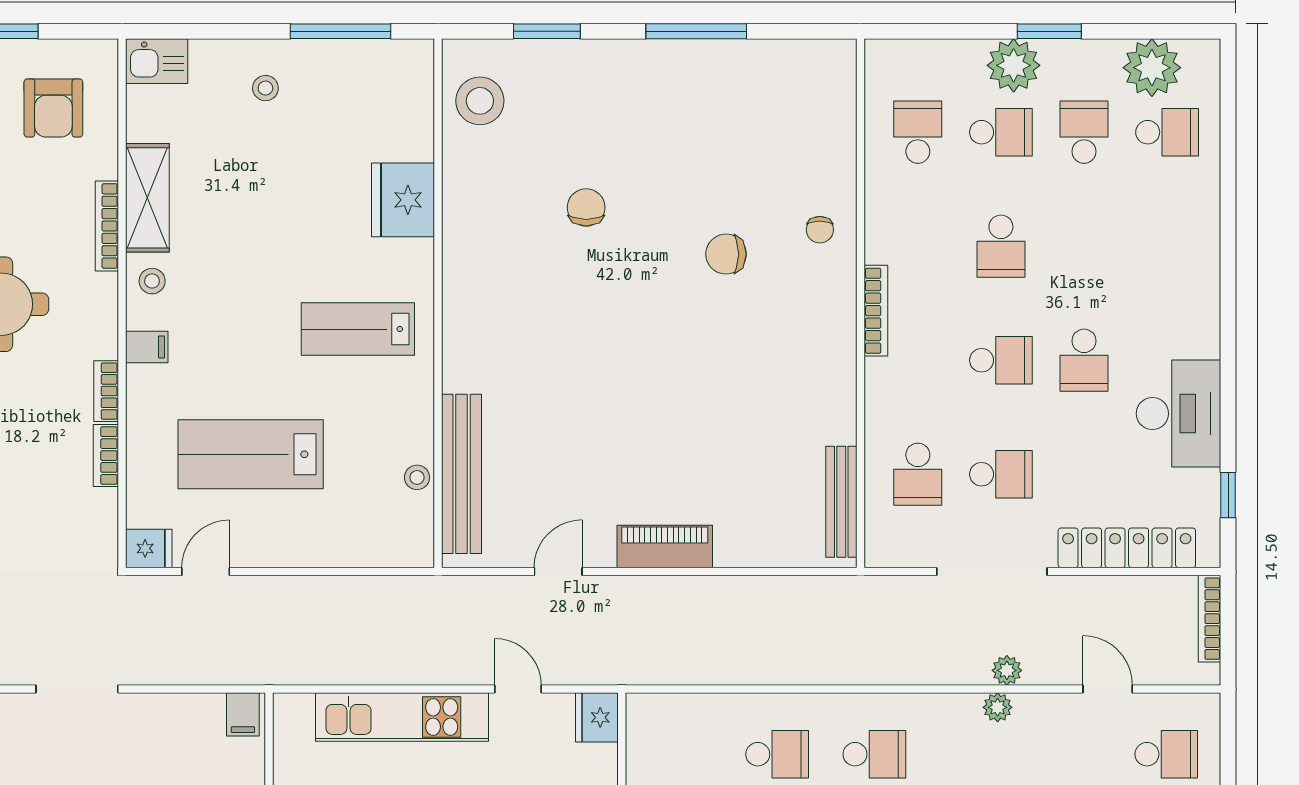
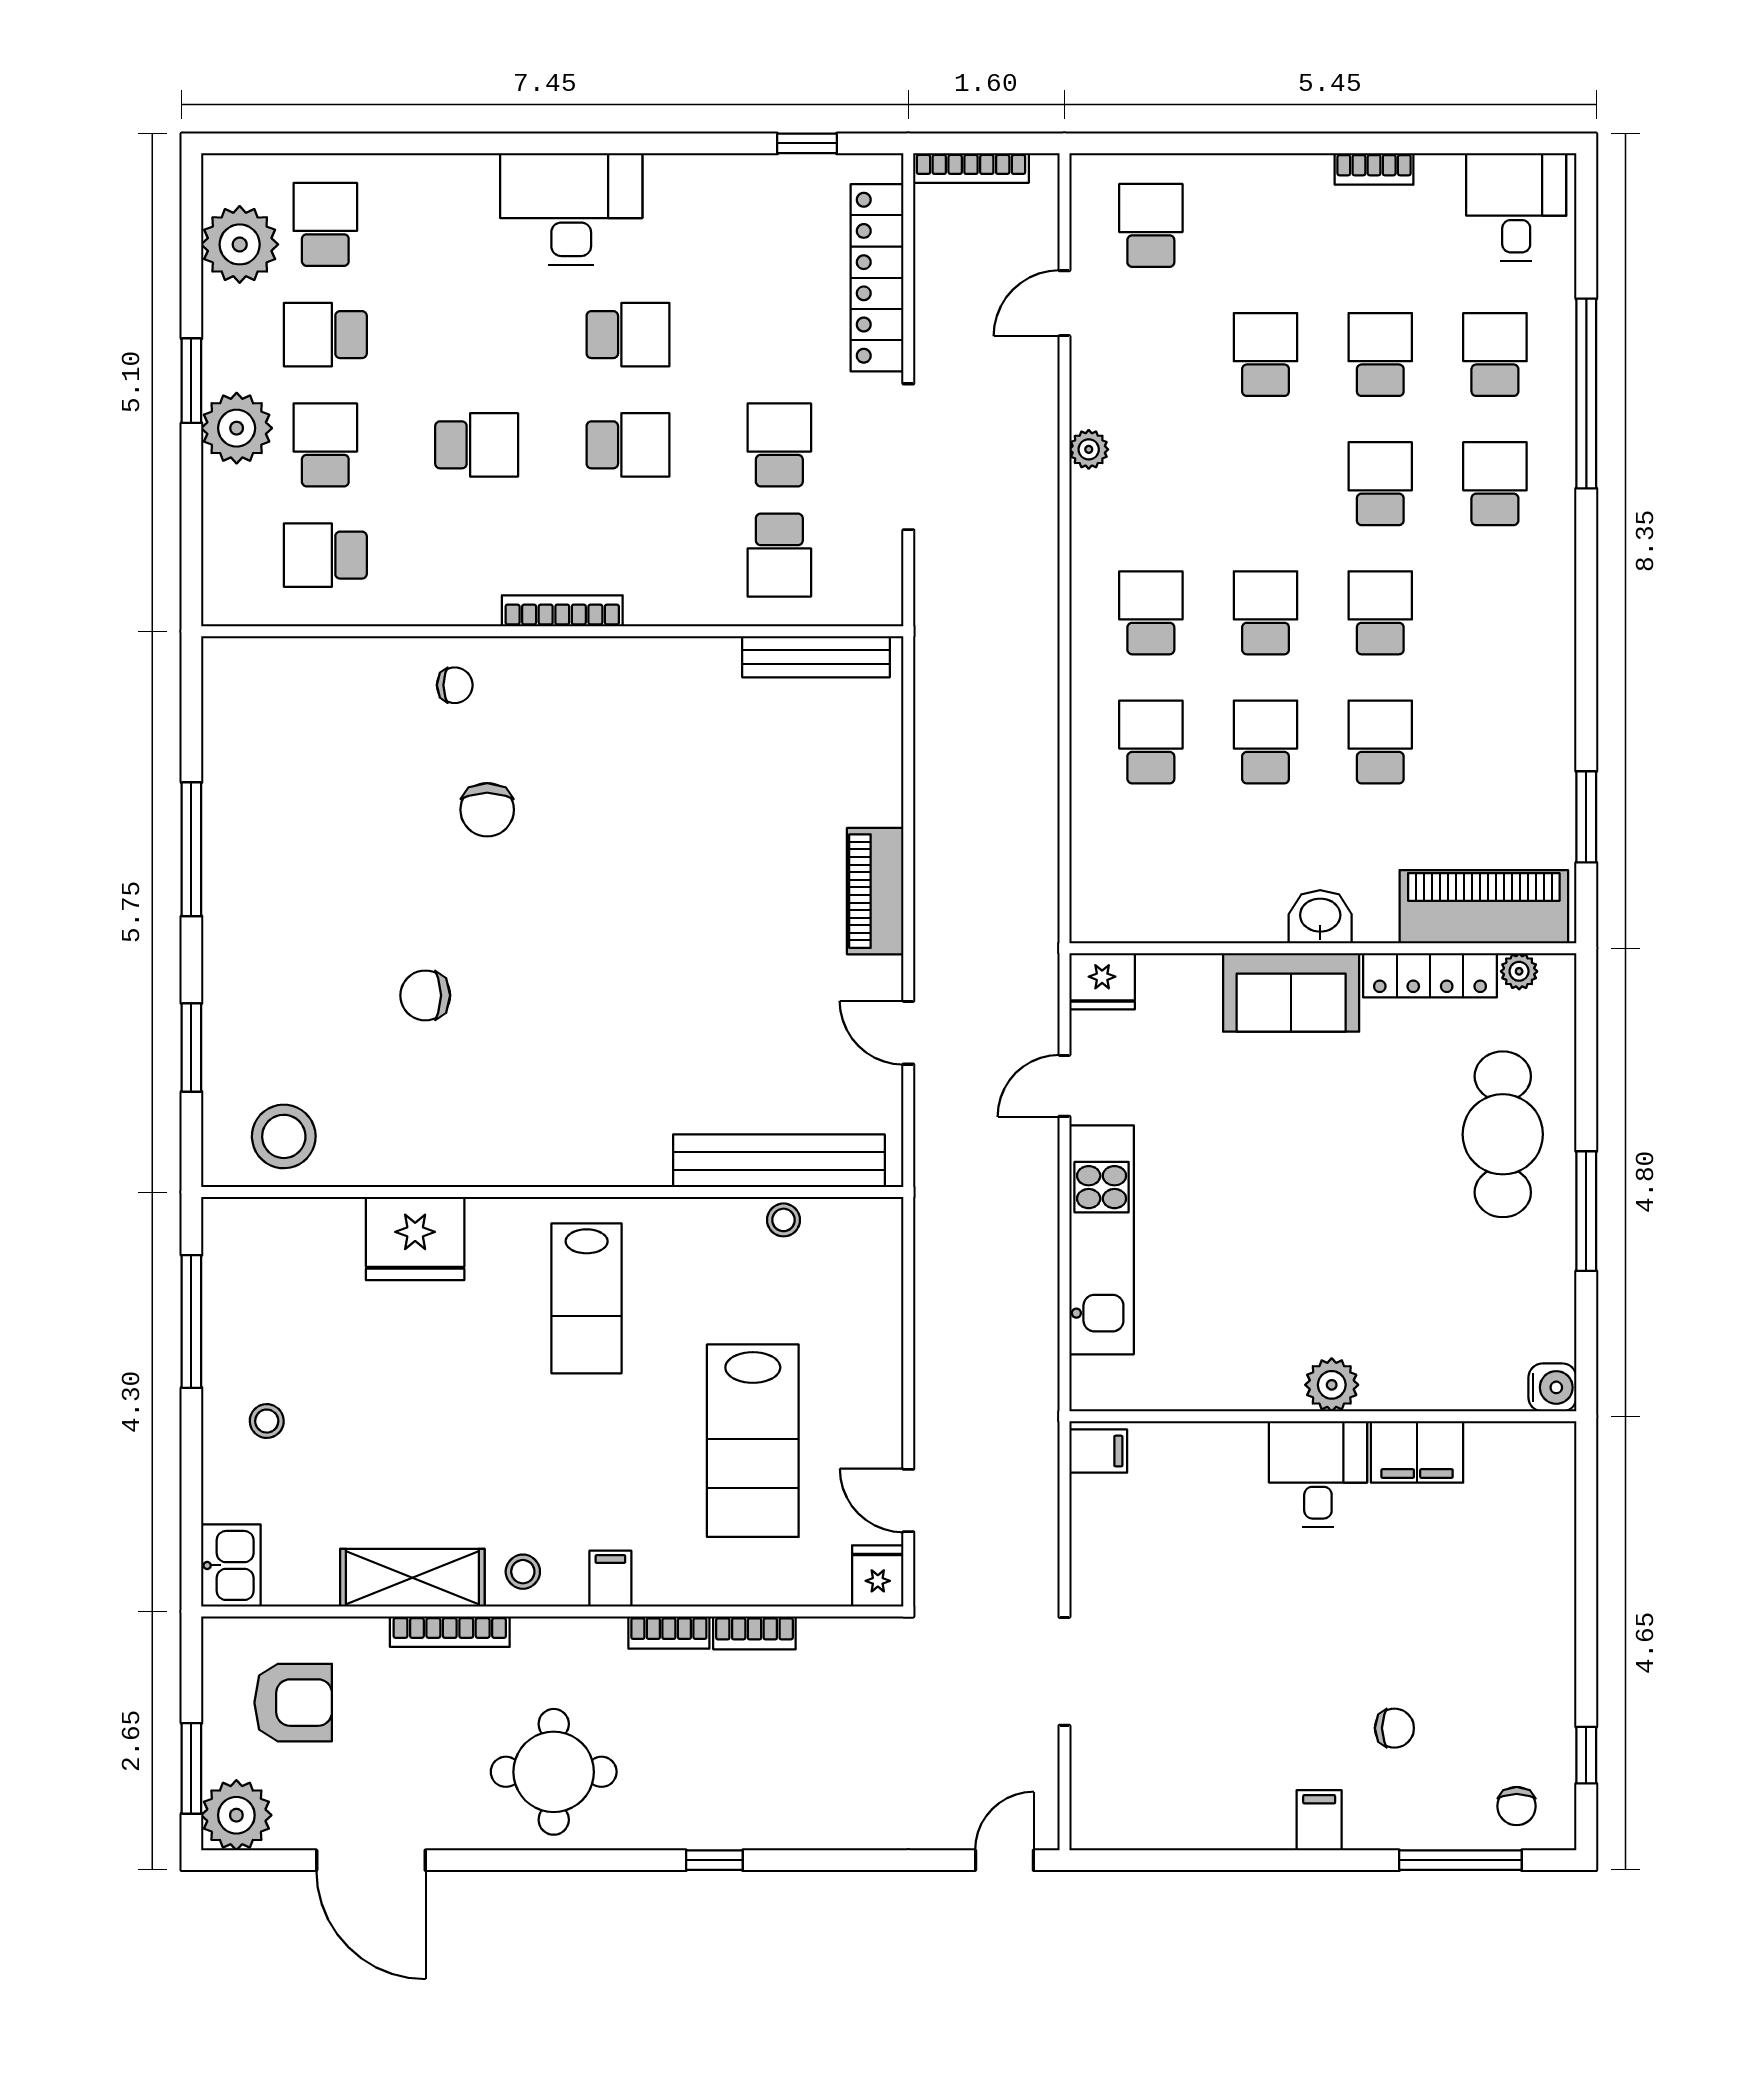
school desk: (1001, 360) -> (628, 445), turned 90
desk: (1179, 414) -> (571, 209), moved
school desk: (918, 474) -> (779, 555), turned 90
plant: (1007, 670) -> (1040, 437), removed

